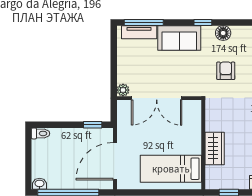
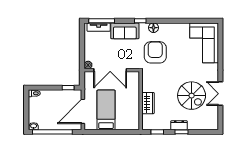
armchair: (226, 71) -> (155, 52), width x1.88, depth x1.88
bed: (171, 169) -> (106, 110), moved, turned 90

